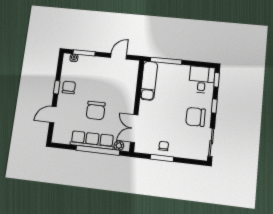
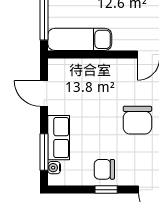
row of seats: (91, 62) -> (59, 138), added
chair: (96, 110) -> (137, 120), turned 90

